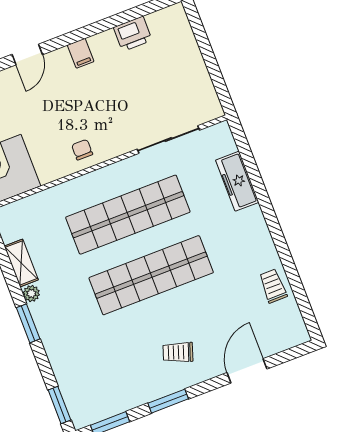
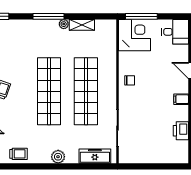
freezer: (237, 181) -> (95, 156), moved
plant: (253, 219) -> (58, 157), added
window: (28, 323) -> (49, 16), width x1.44

